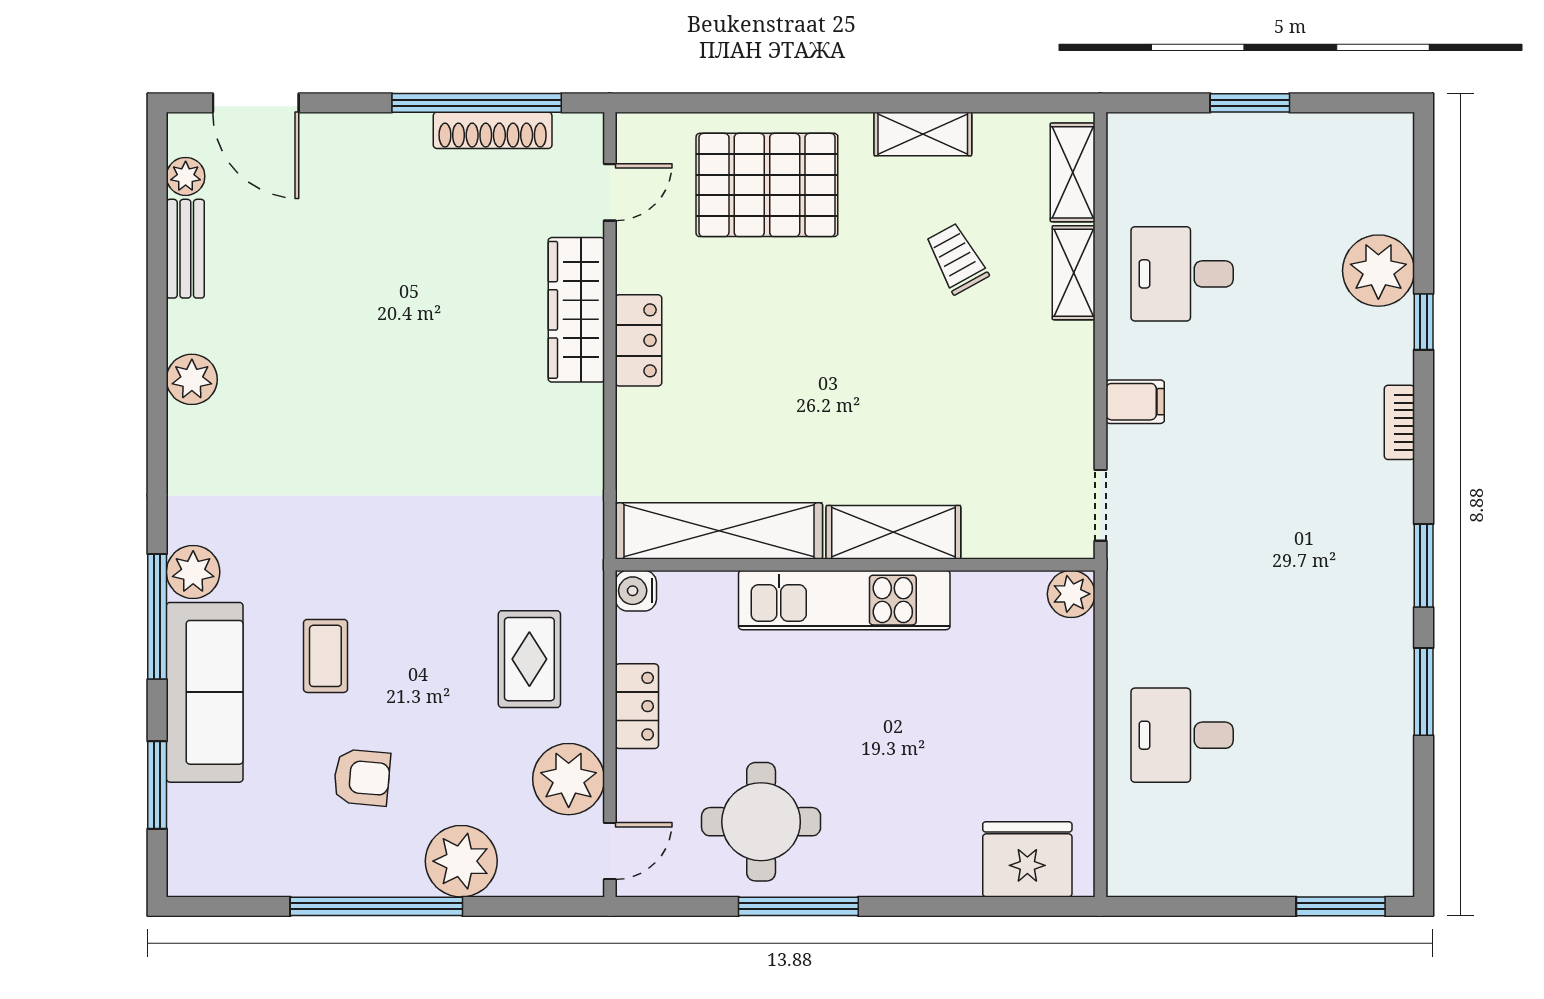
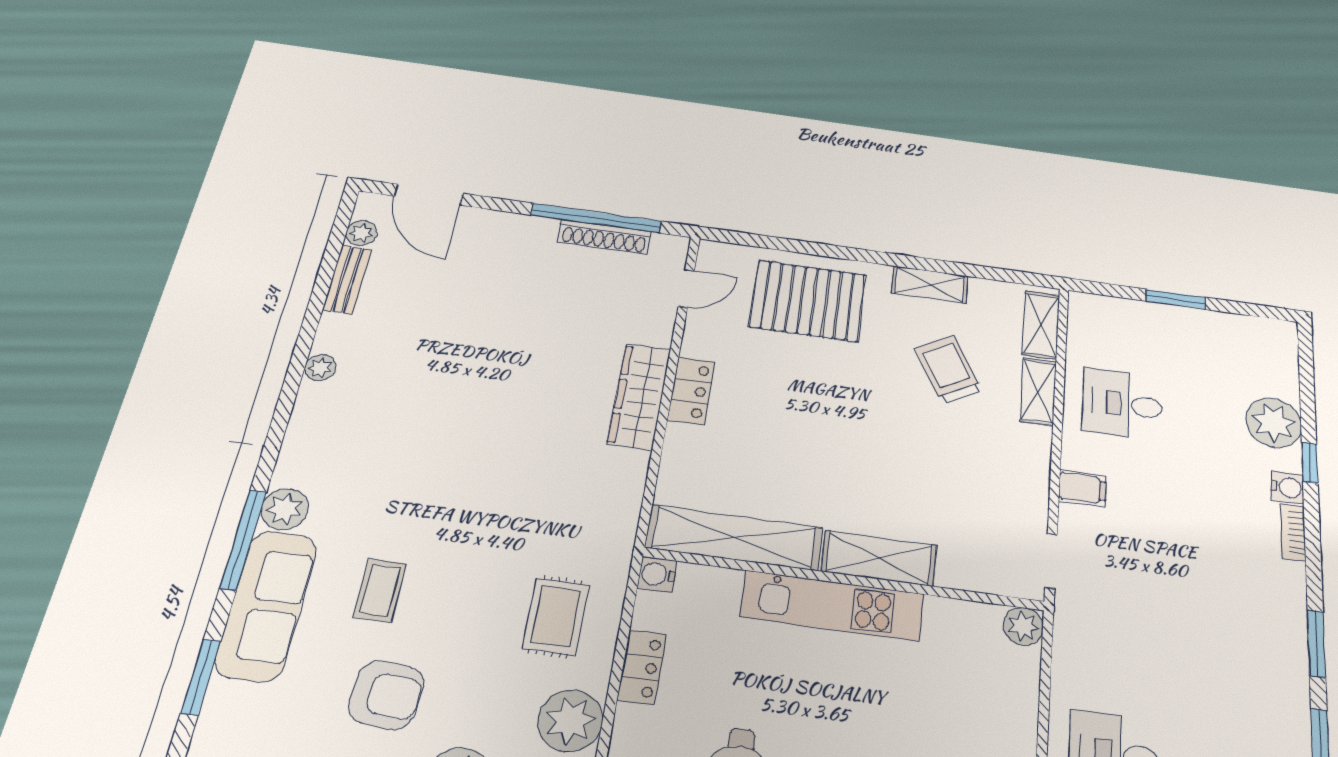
trolley: (957, 259) -> (948, 370), width x1.36, depth x1.39
wardrobe: (576, 310) -> (639, 396), moved
water cooler: (1394, 361) -> (1287, 487), added
plant: (192, 379) -> (320, 368), width x0.73, depth x0.73
armchair: (362, 777) -> (386, 695), width x1.38, depth x1.38

